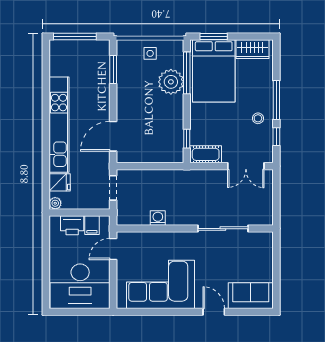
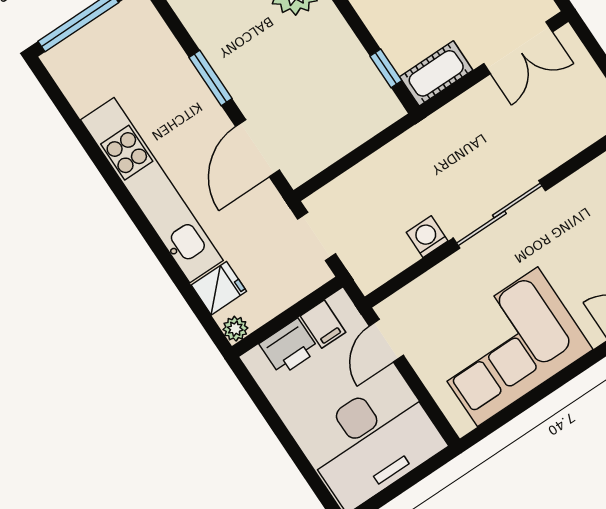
window: (113, 69) -> (210, 78), moved
sliding door: (223, 229) -> (499, 214), moved

